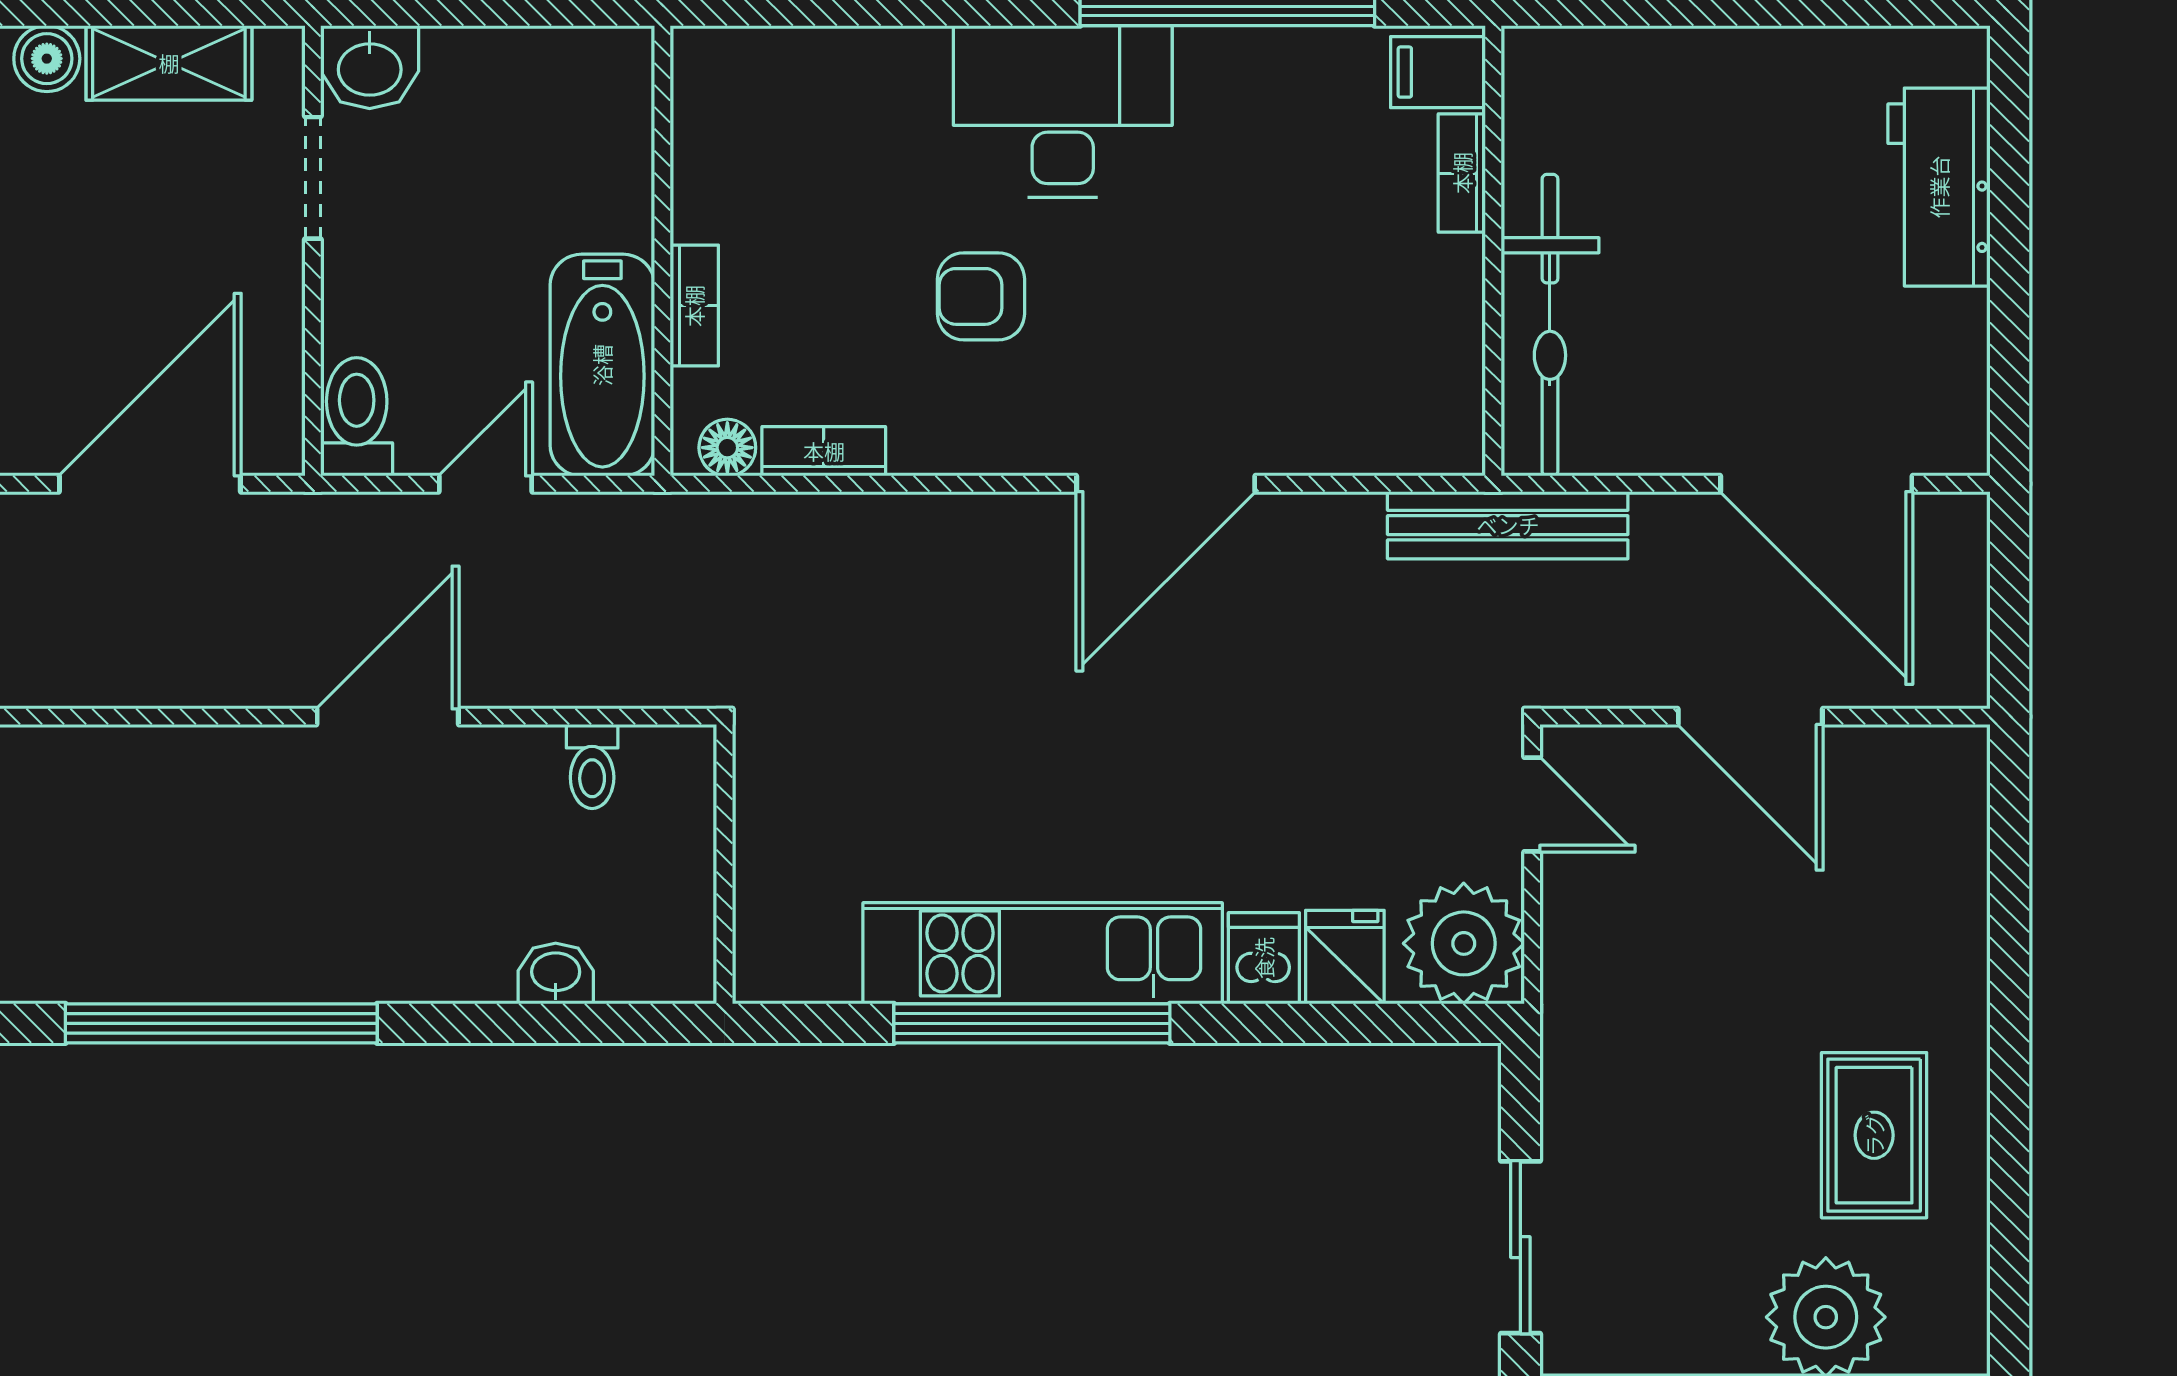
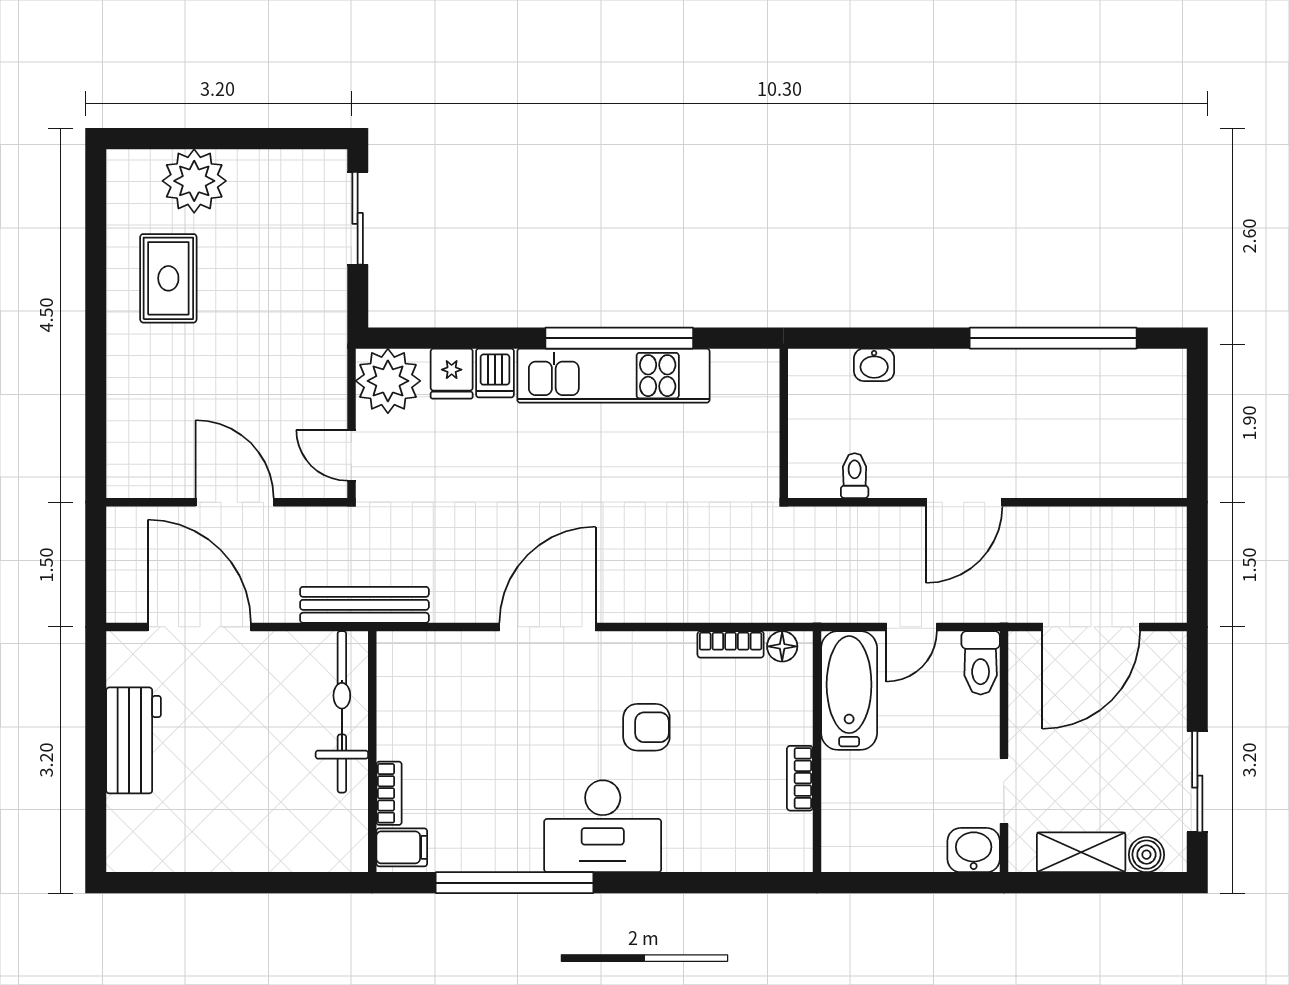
workbench: (1939, 187) -> (134, 740), moved
bookcase: (694, 306) -> (800, 778), moved

